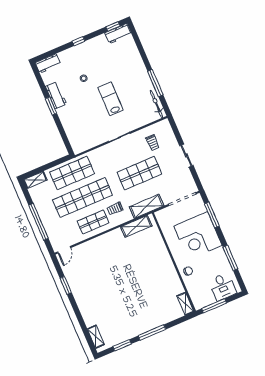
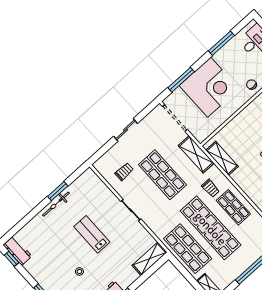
window: (155, 83) -> (58, 191), width x0.69
lab bench: (111, 99) -> (92, 234), turned 90
bicycle: (156, 104) -> (56, 204), moved
shelving: (74, 139) -> (149, 259), added

